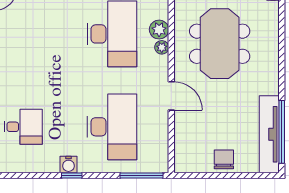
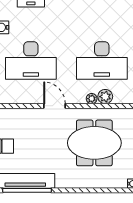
door: (171, 96) -> (55, 106), swing flipped

